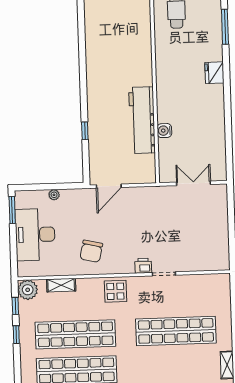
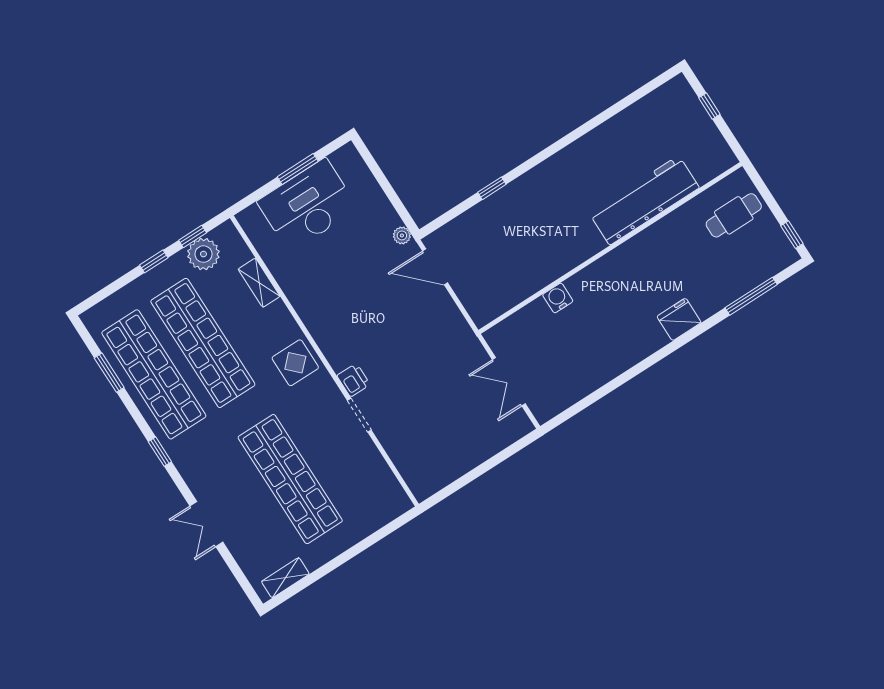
workbench: (142, 120) -> (644, 200), moved
double door: (193, 183) -> (509, 382), swing flipped
plant: (54, 195) -> (402, 235), moved
window: (12, 210) -> (298, 169), moved
chair: (91, 251) -> (331, 296), removed
plant: (28, 290) -> (203, 254), moved

